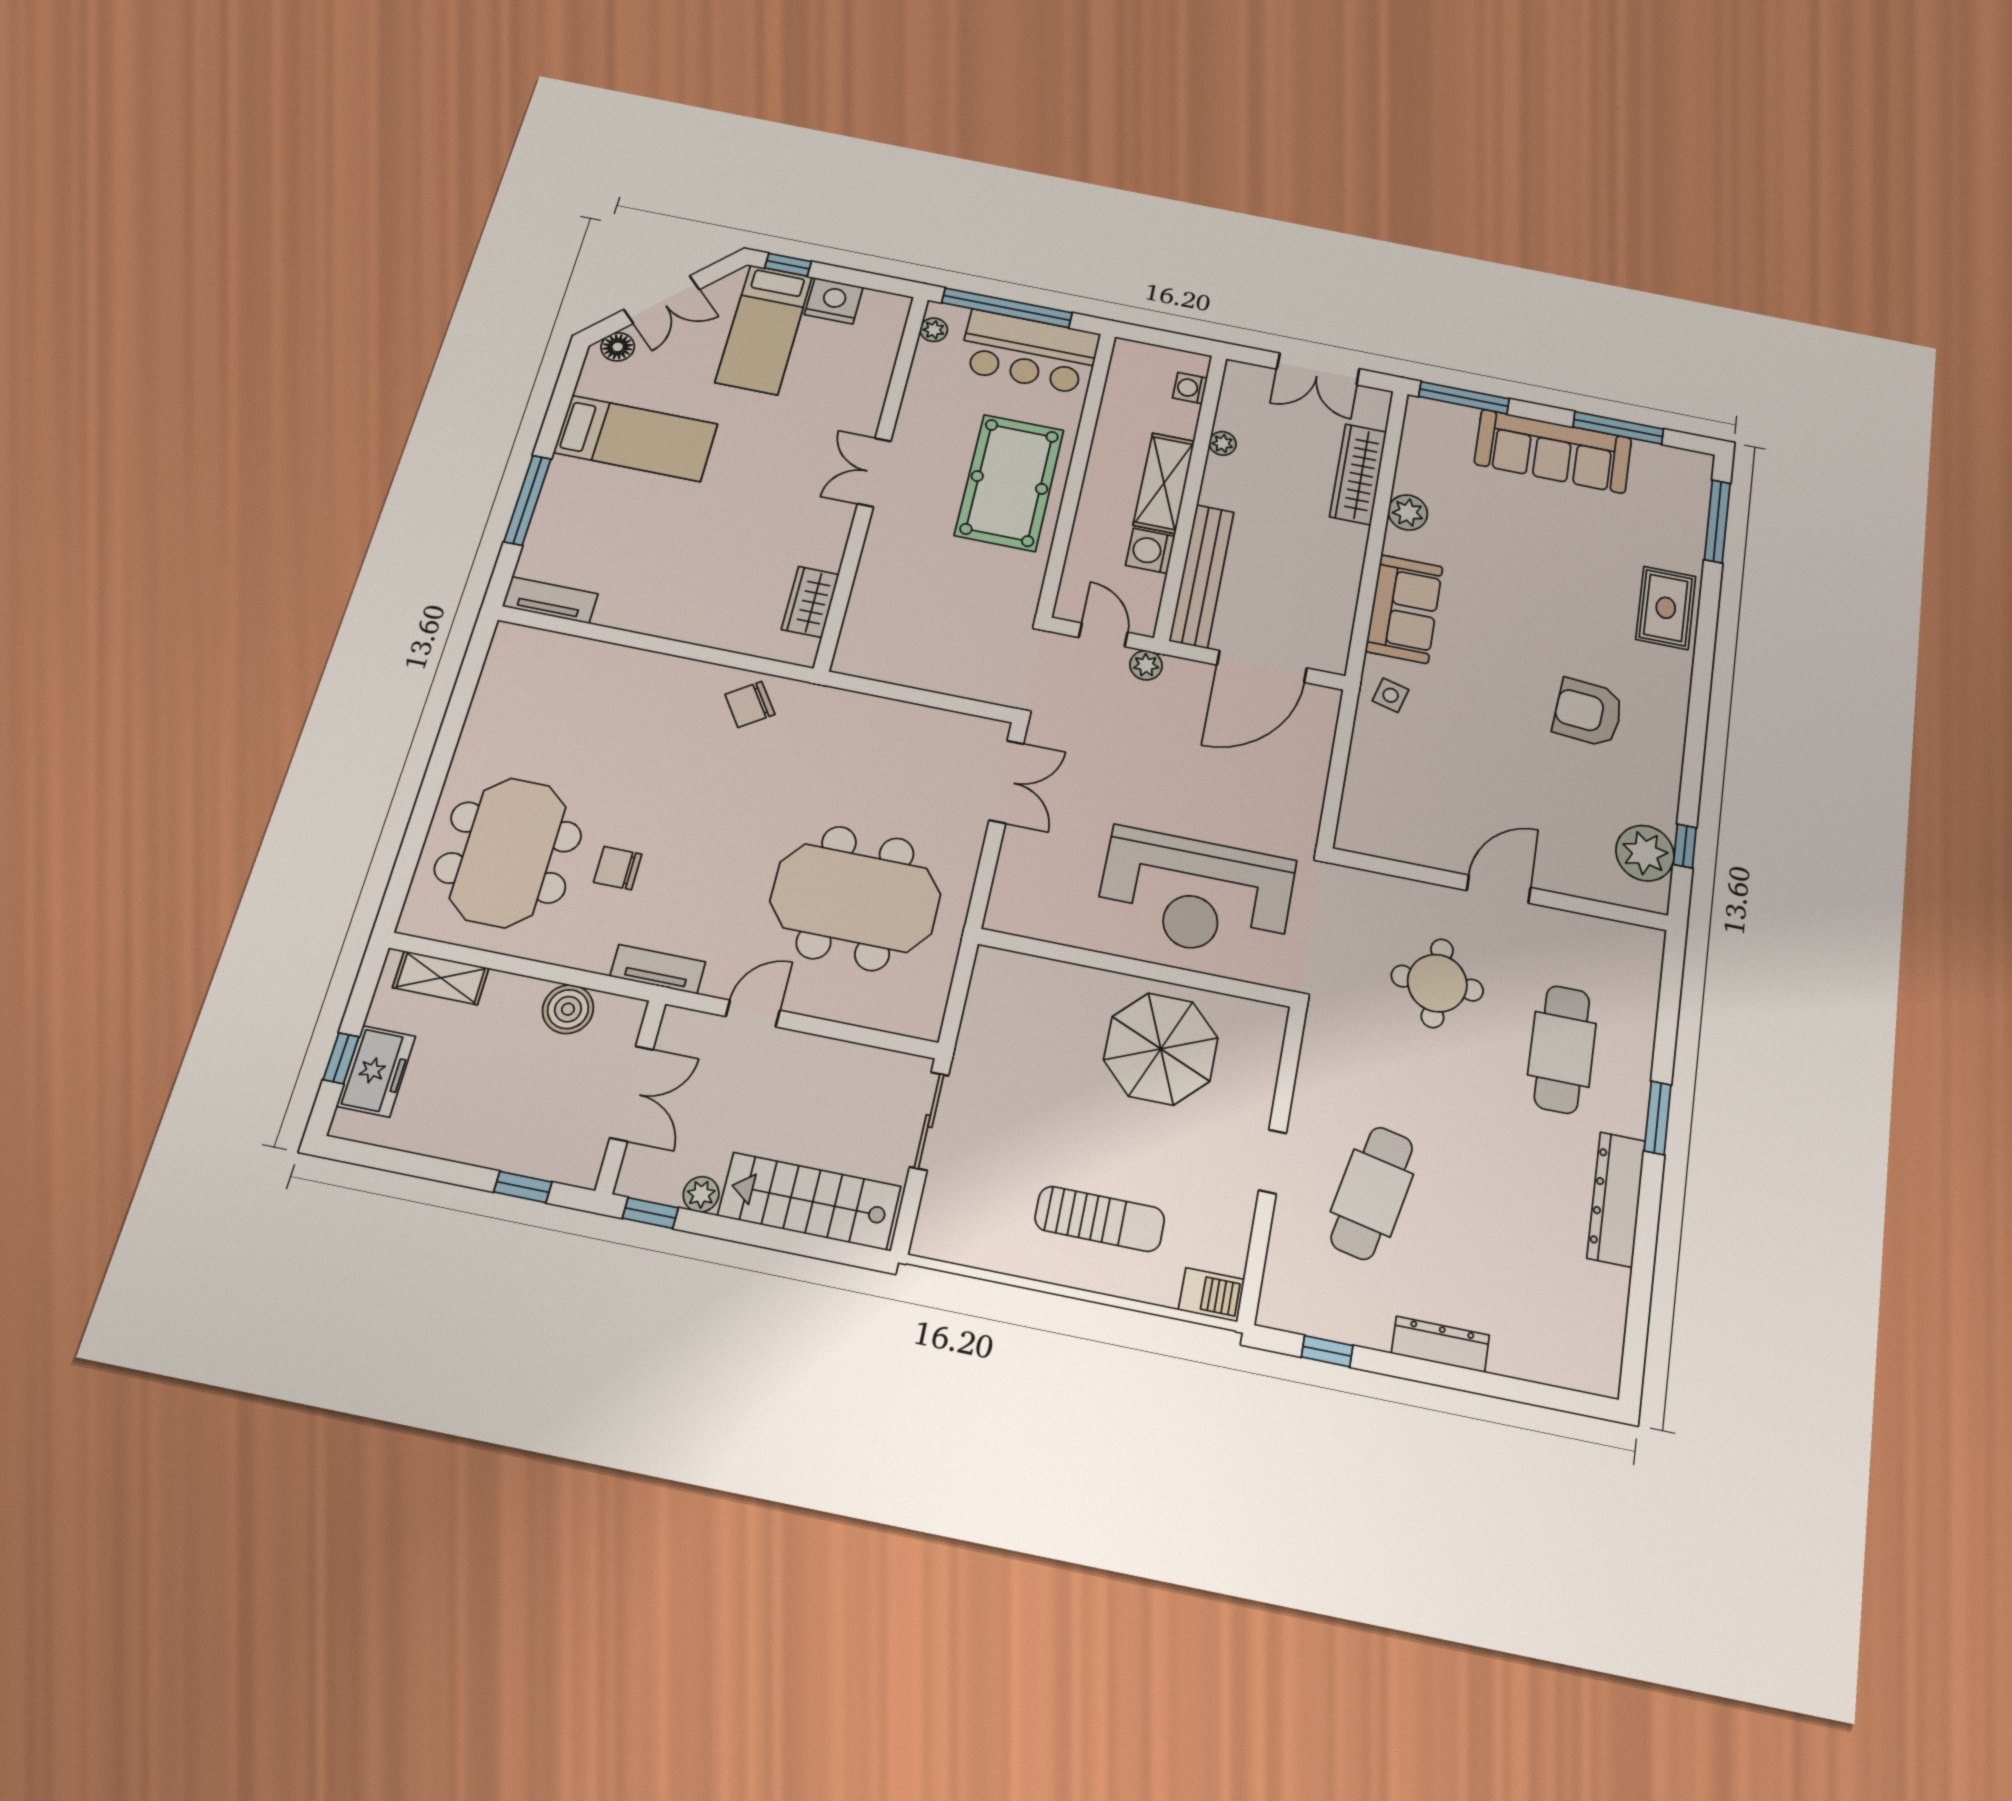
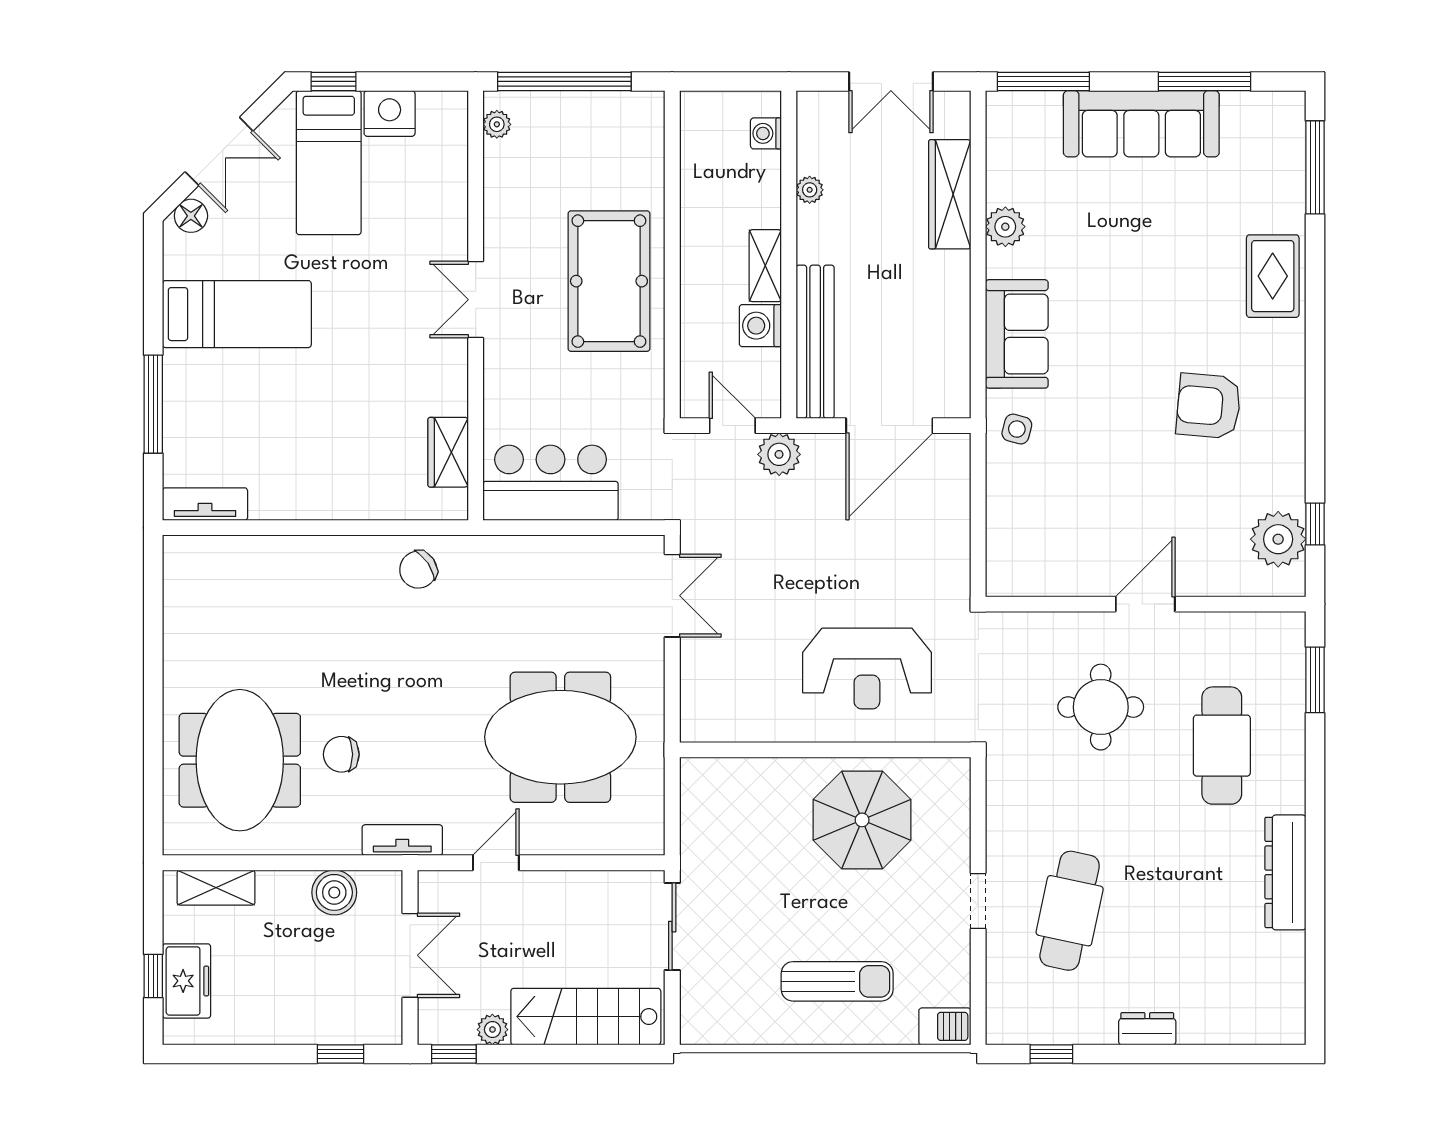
bar counter: (1029, 352) -> (551, 483), moved, turned 180
shelving: (1164, 483) -> (765, 266), width x0.67, depth x0.75
plant: (1146, 665) -> (779, 454), width x1.38, depth x1.38
reception desk: (1195, 894) -> (867, 669), width x0.74, depth x0.77
window: (1658, 1118) -> (1315, 680), moved
dresser: (1440, 1344) -> (1147, 1029), width x0.70

